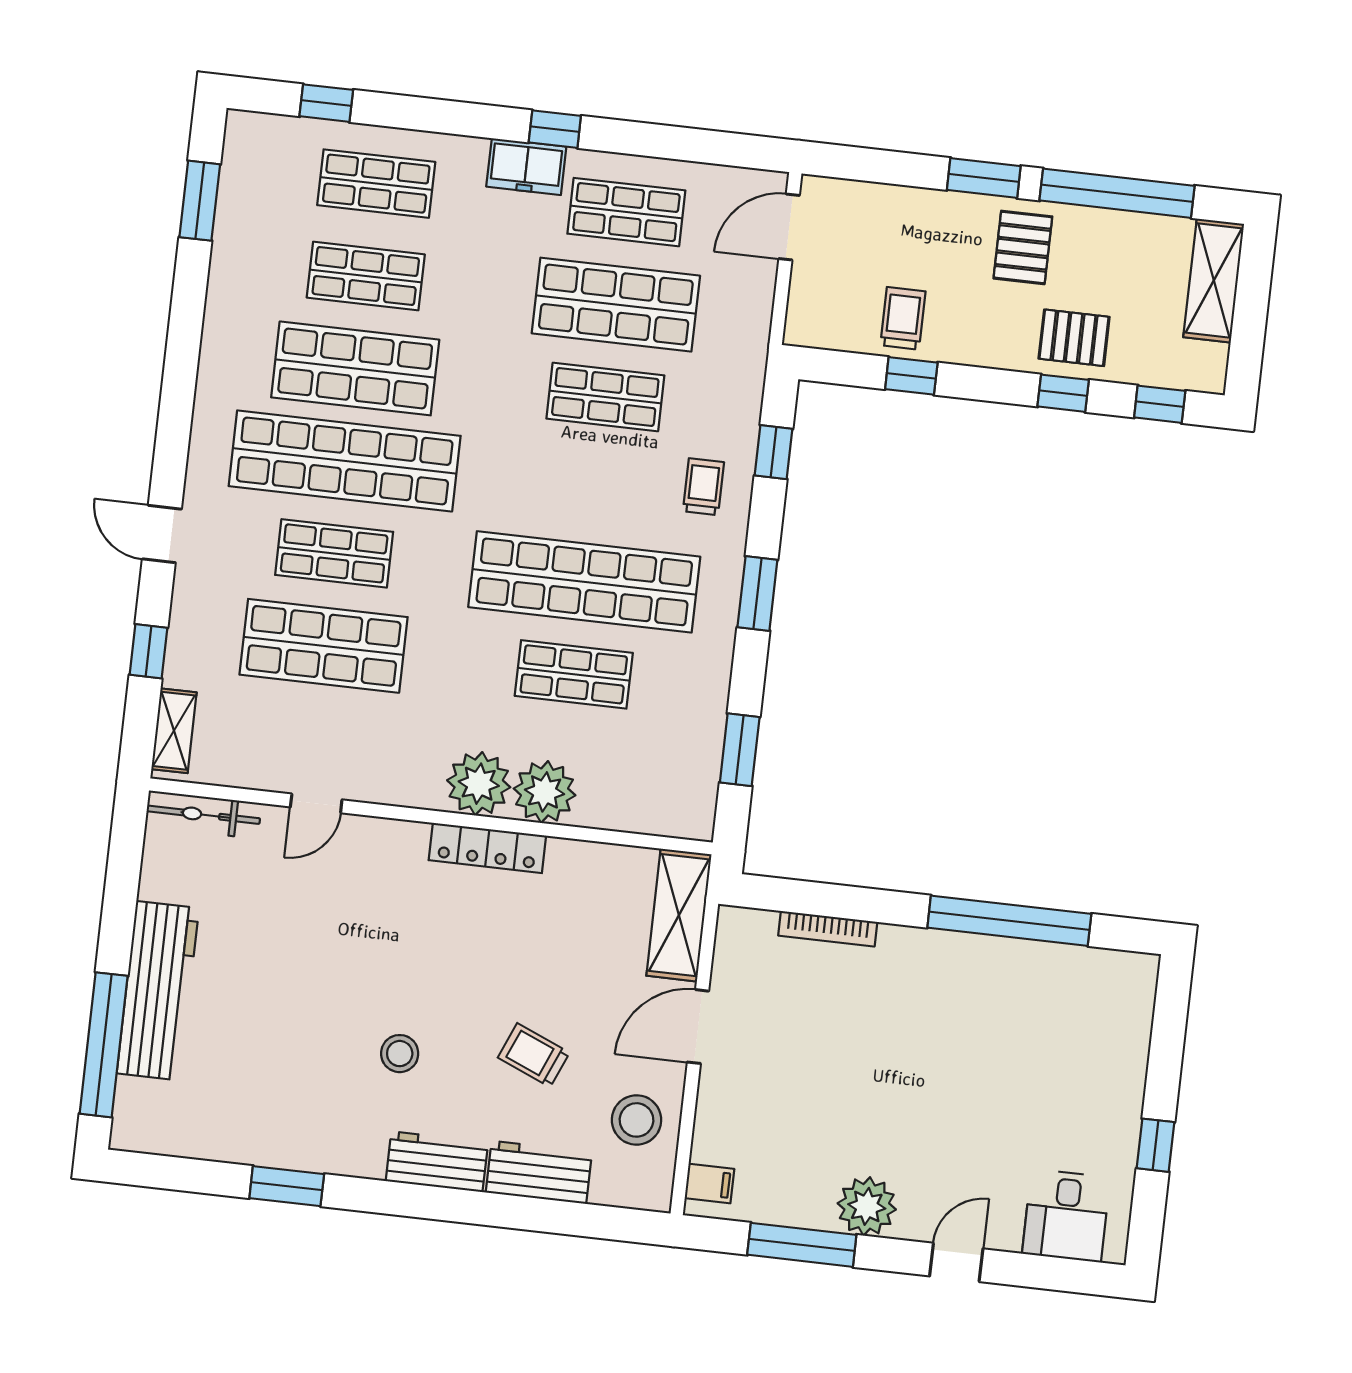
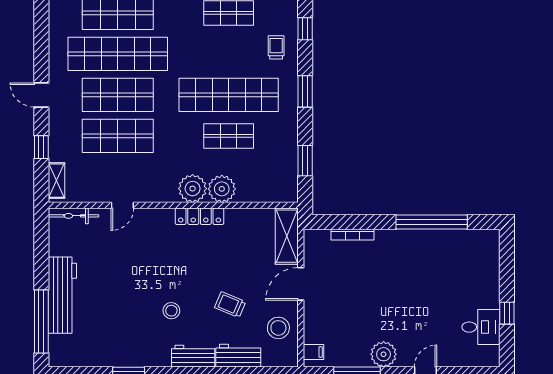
shop shelf: (334, 553) -> (118, 95), width x1.43, depth x1.36
desk: (1066, 1216) -> (481, 327), moved, turned -90

